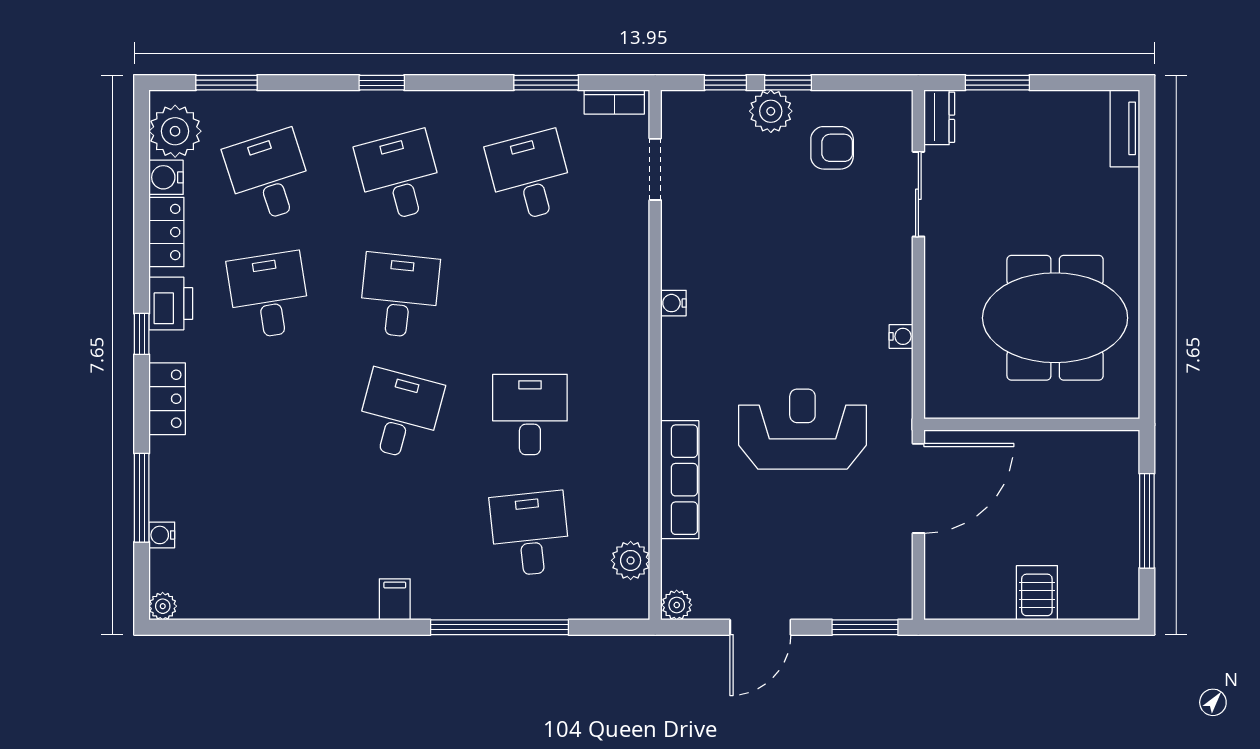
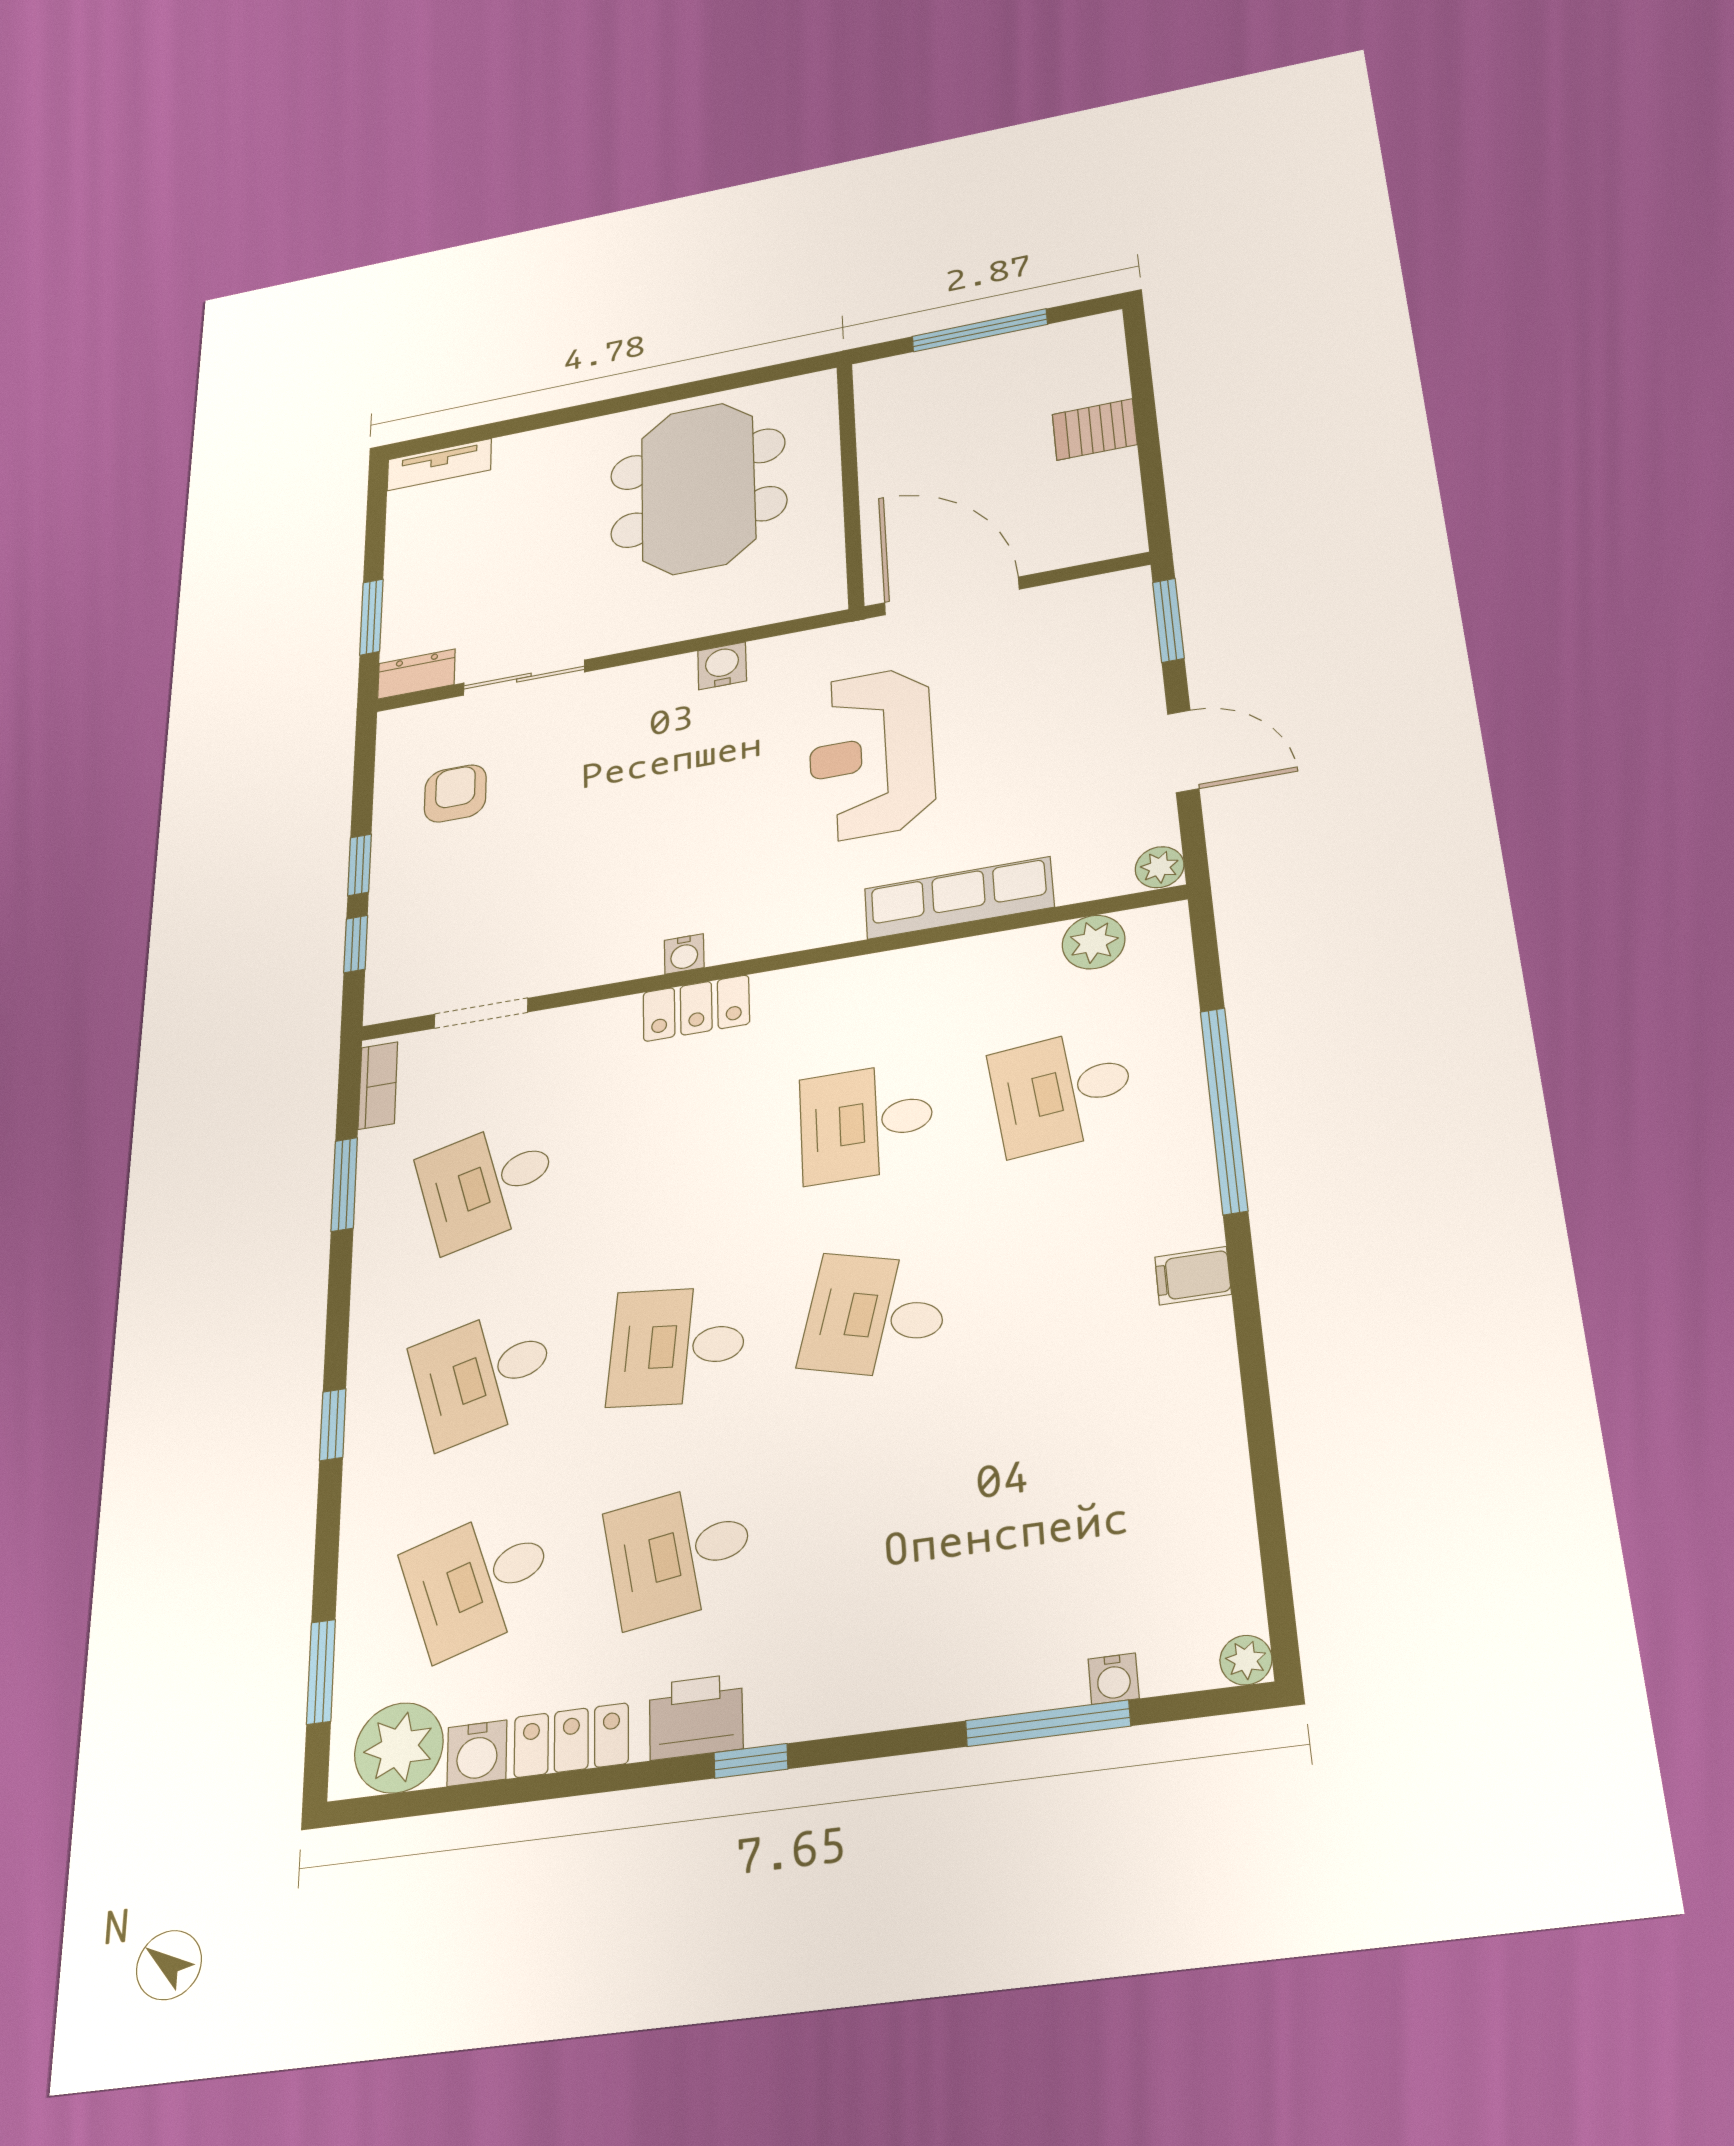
plant: (771, 111) -> (400, 879), removed
water cooler: (901, 336) -> (722, 666), width x1.38, depth x1.38
locker: (167, 399) -> (696, 1008), moved, turned 180

